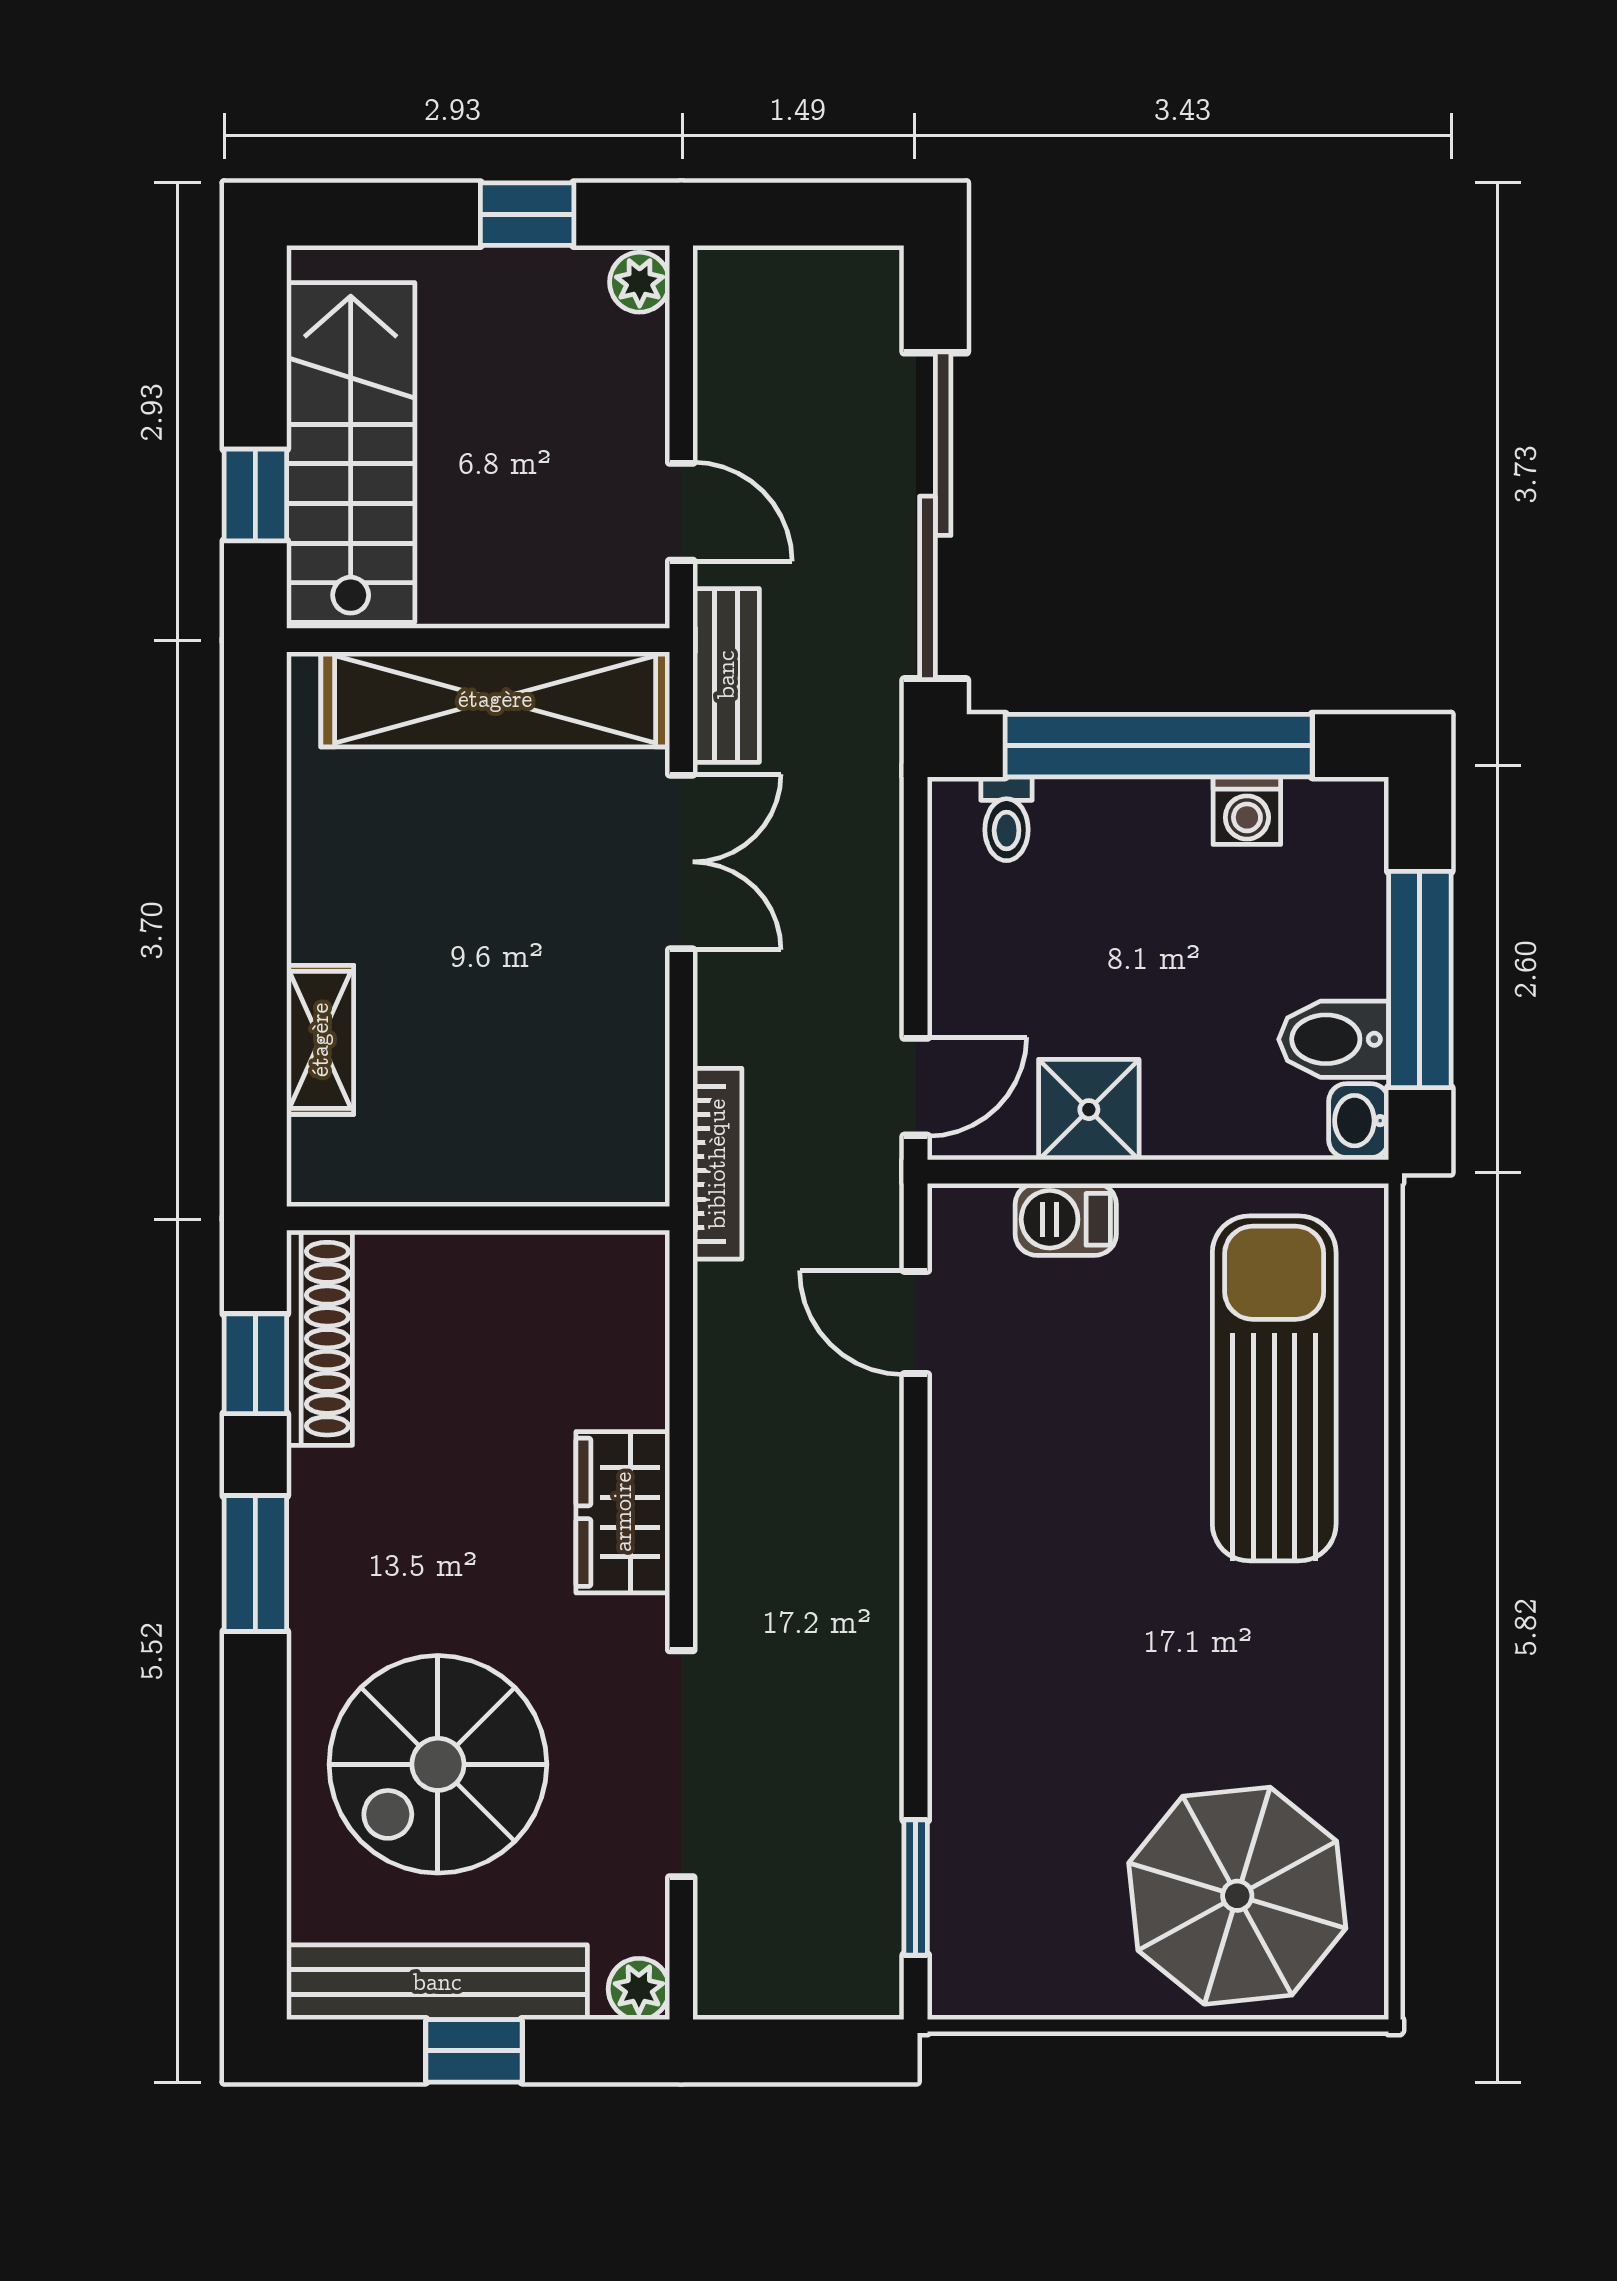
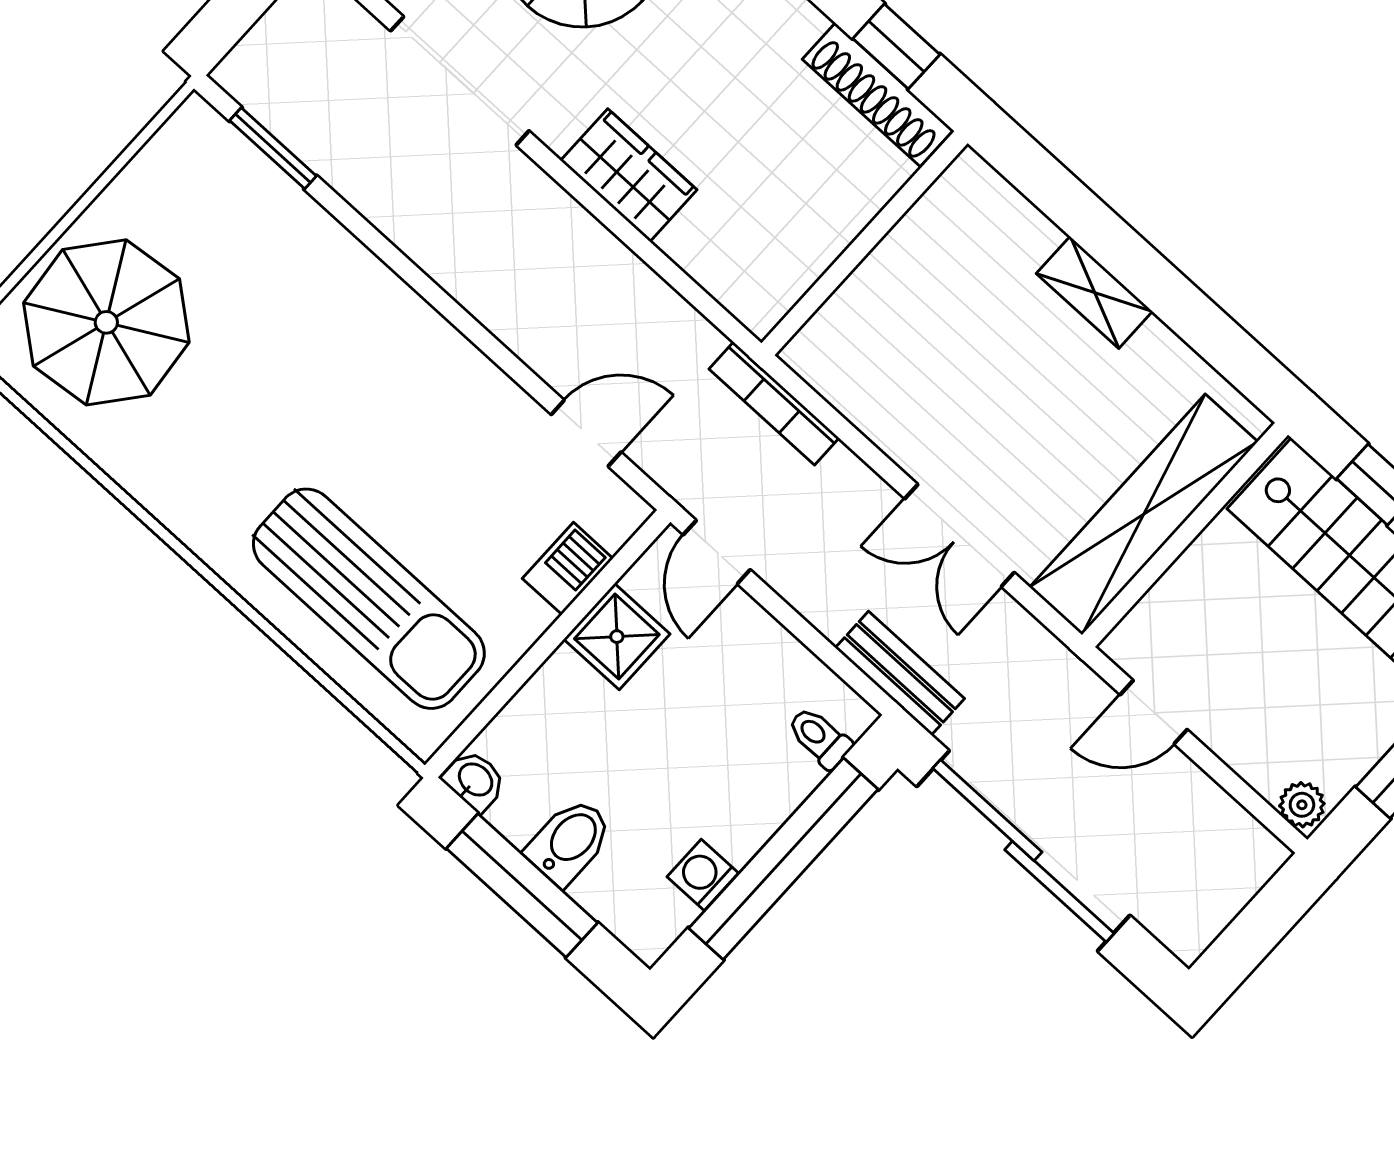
bench: (726, 675) -> (900, 673), moved
bidet: (1334, 1039) -> (569, 841), moved
shelving: (320, 1040) -> (1094, 292), moved

